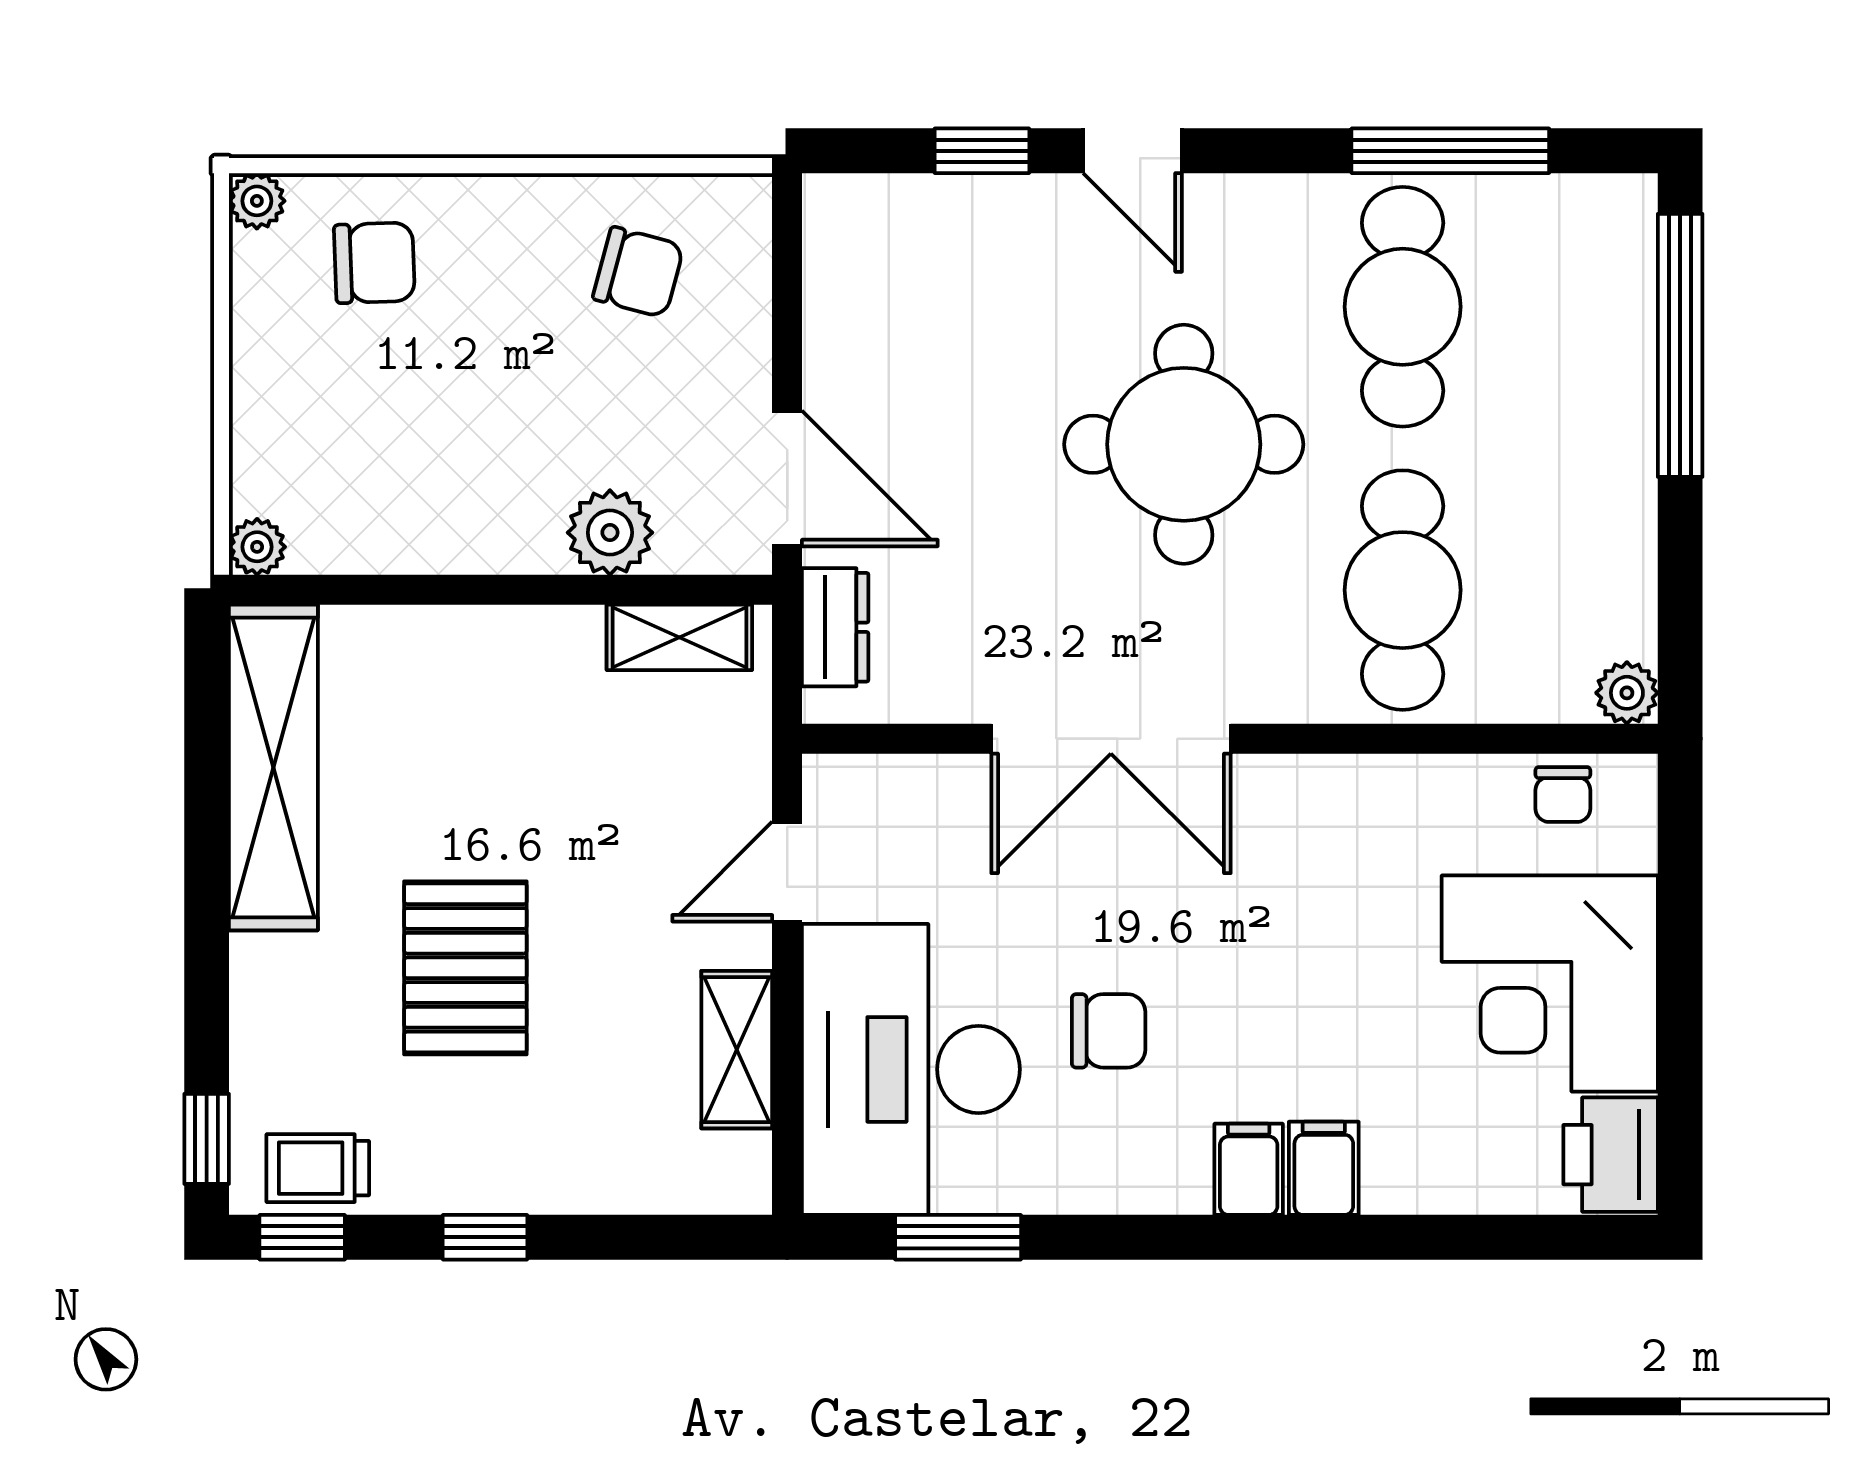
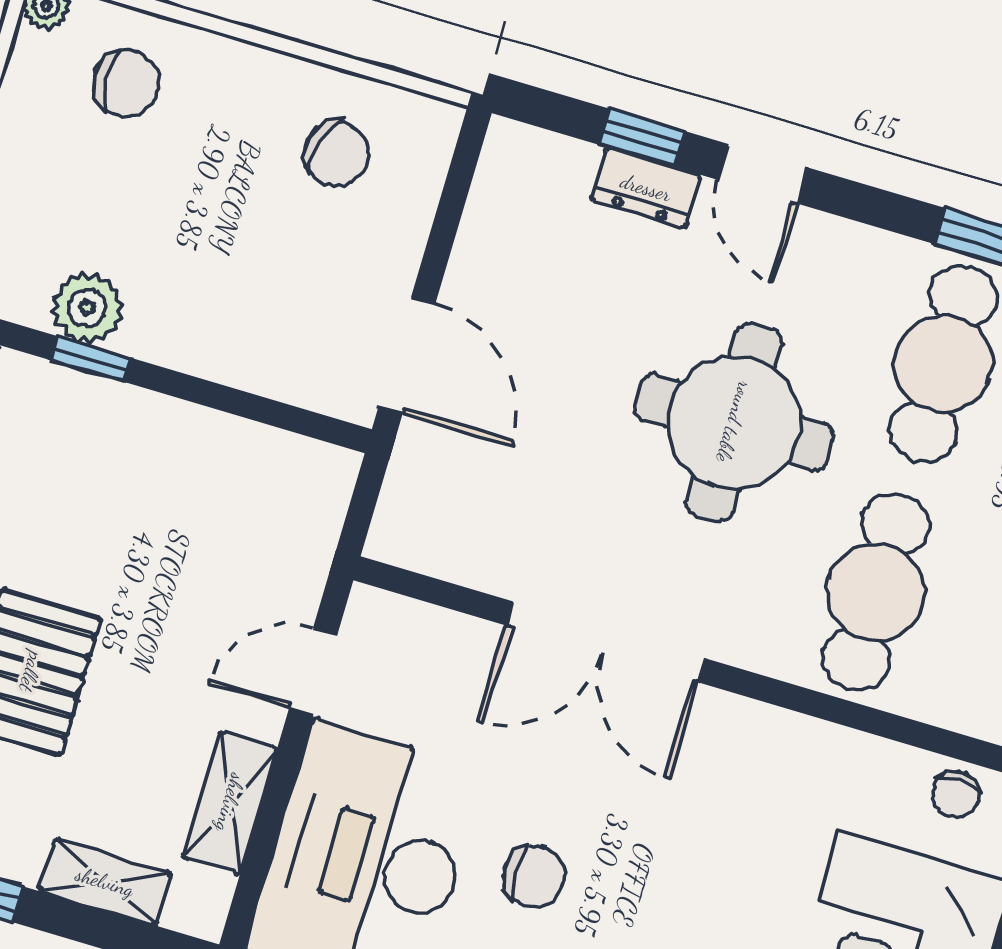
plant: (610, 533) -> (87, 308), moved
window: (427, 590) -> (91, 359), added
dresser: (835, 627) -> (646, 188), moved, turned 90
shelving: (679, 637) -> (105, 882), moved

